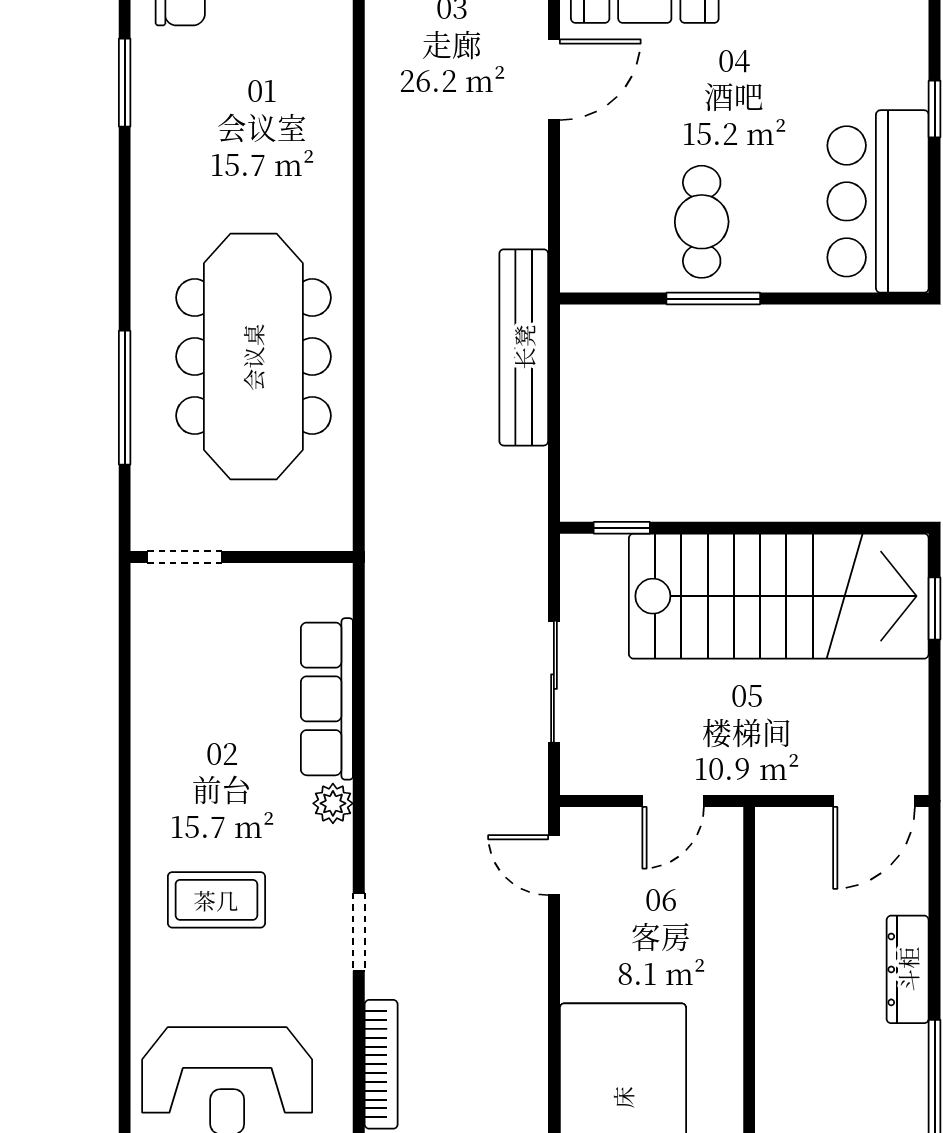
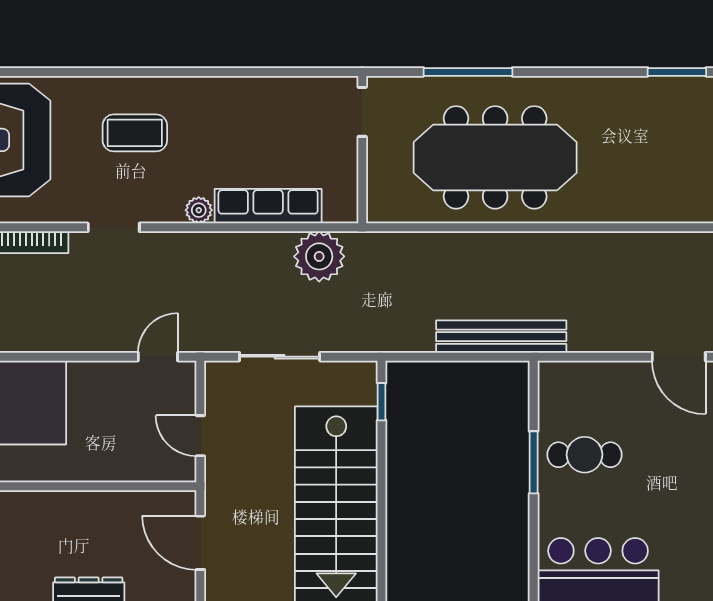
plant: (403, 622) -> (319, 256), added
door: (874, 801) -> (200, 543), moved
coffee table: (216, 900) -> (135, 133), turned 90

